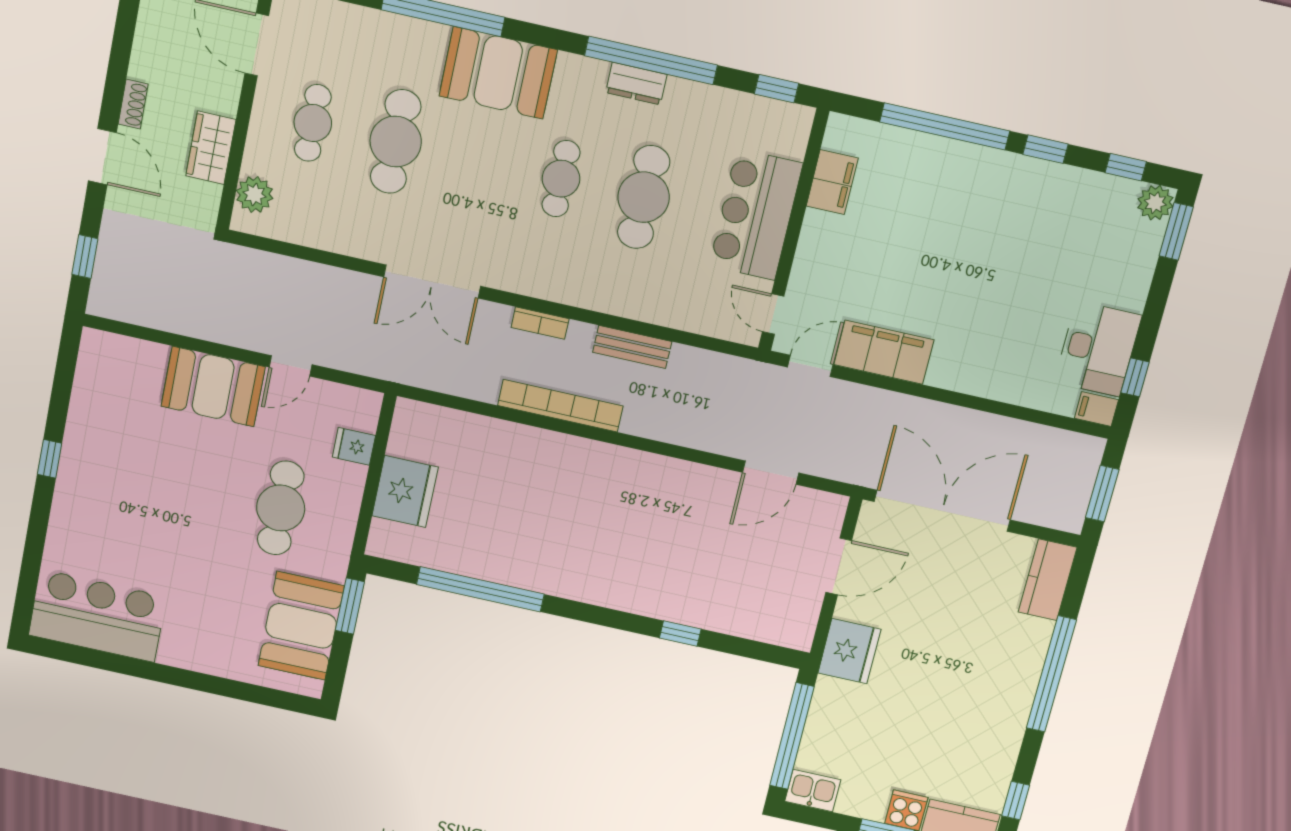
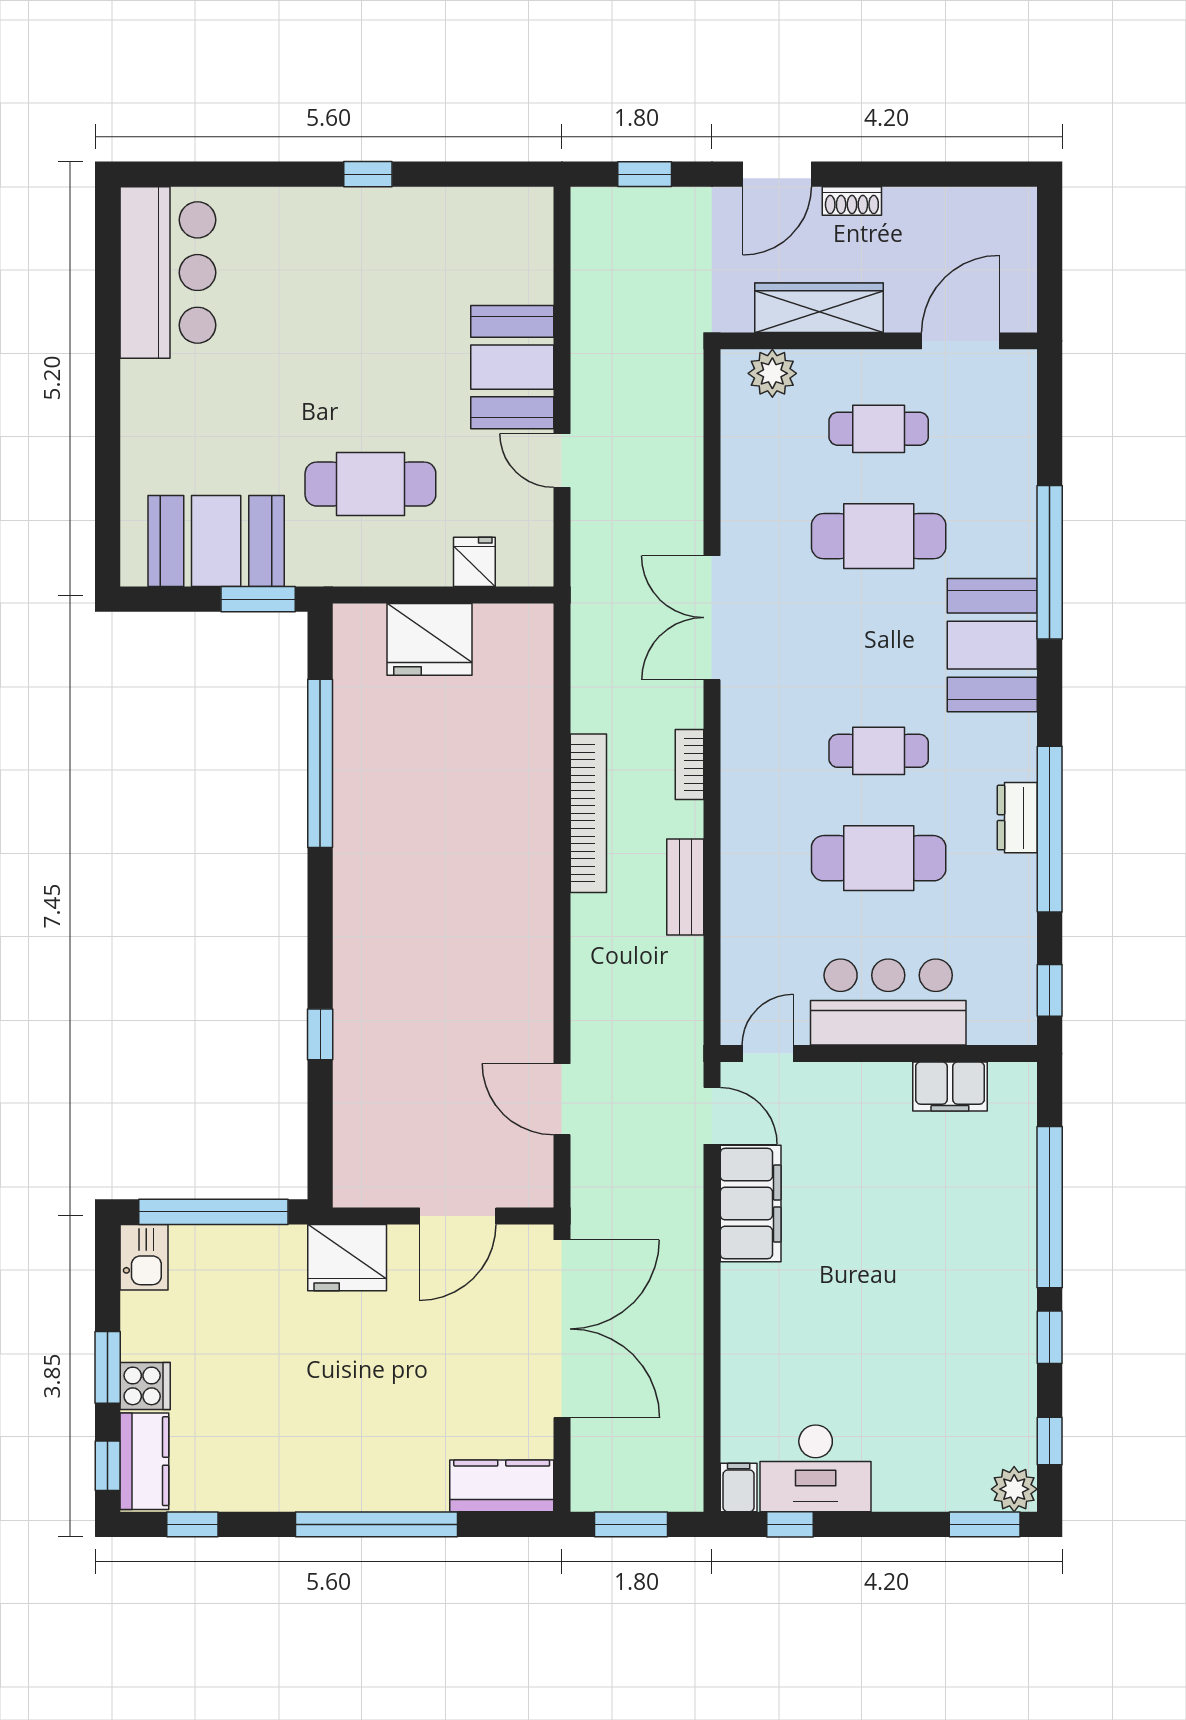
wardrobe: (211, 148) -> (819, 308), width x1.50
door: (839, 566) -> (458, 1216), hinge flipped

